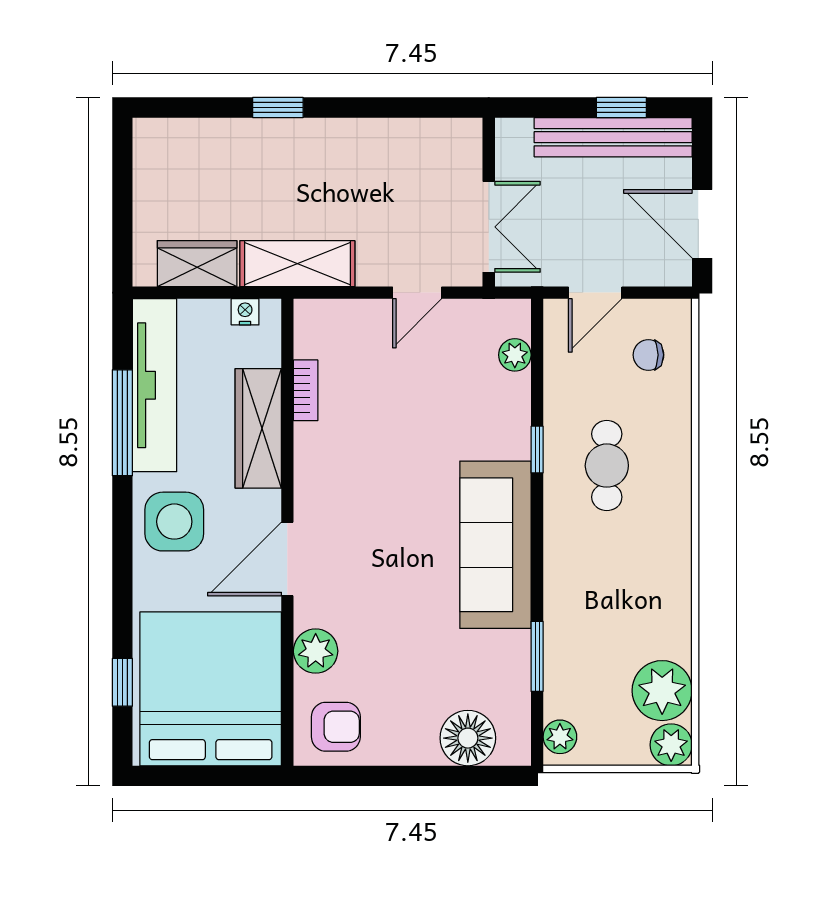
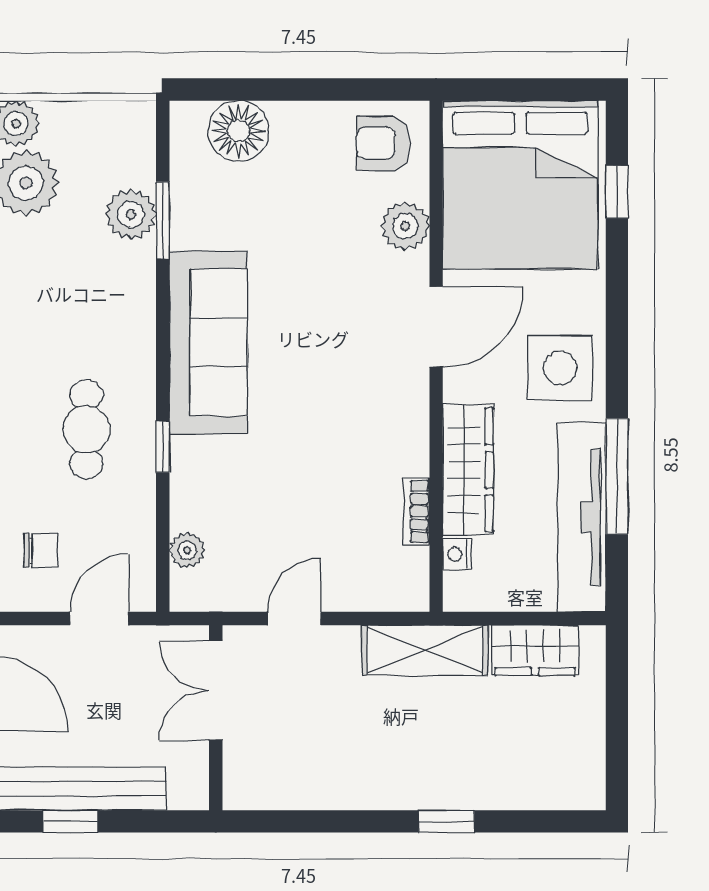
nightstand: (245, 312) -> (457, 554), moved, turned 90
plant: (560, 737) -> (131, 214), moved, width x1.38, depth x1.38

